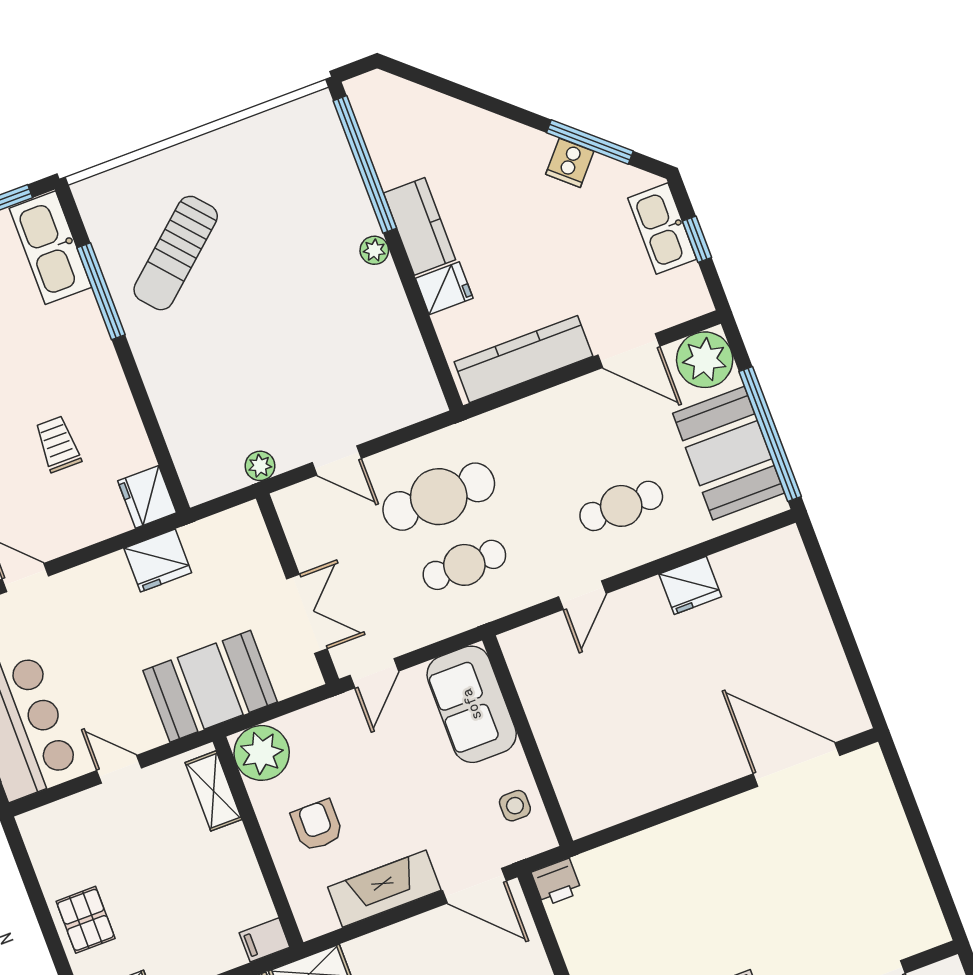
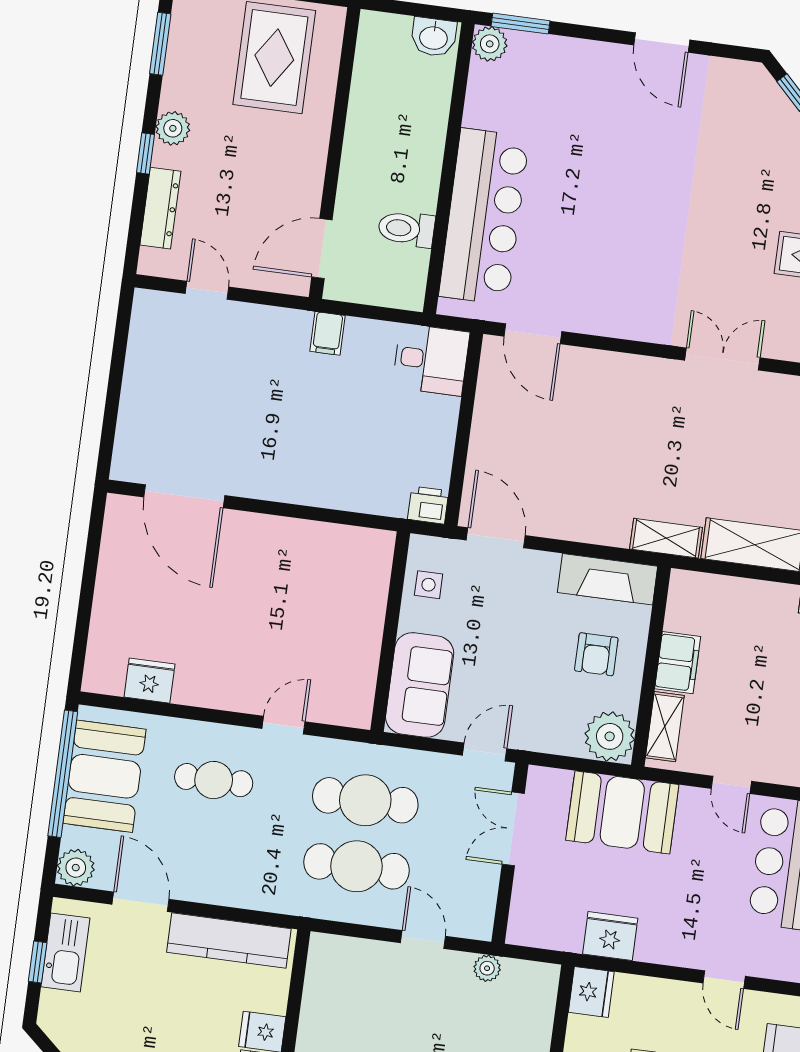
kitchen sink: (662, 229) -> (65, 952), moved
plant: (705, 360) -> (76, 868), width x0.73, depth x0.73
cafe table: (464, 565) -> (365, 800), width x1.37, depth x1.35
fridge: (690, 585) -> (150, 681), moved
fireplace: (384, 889) -> (608, 579), moved
filing cabinet: (265, 940) -> (678, 663), moved, width x2.00

